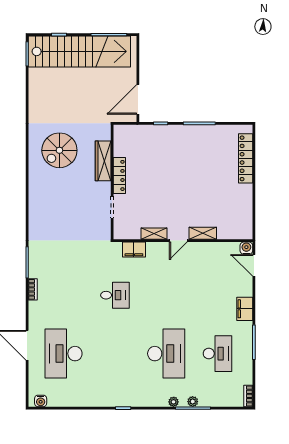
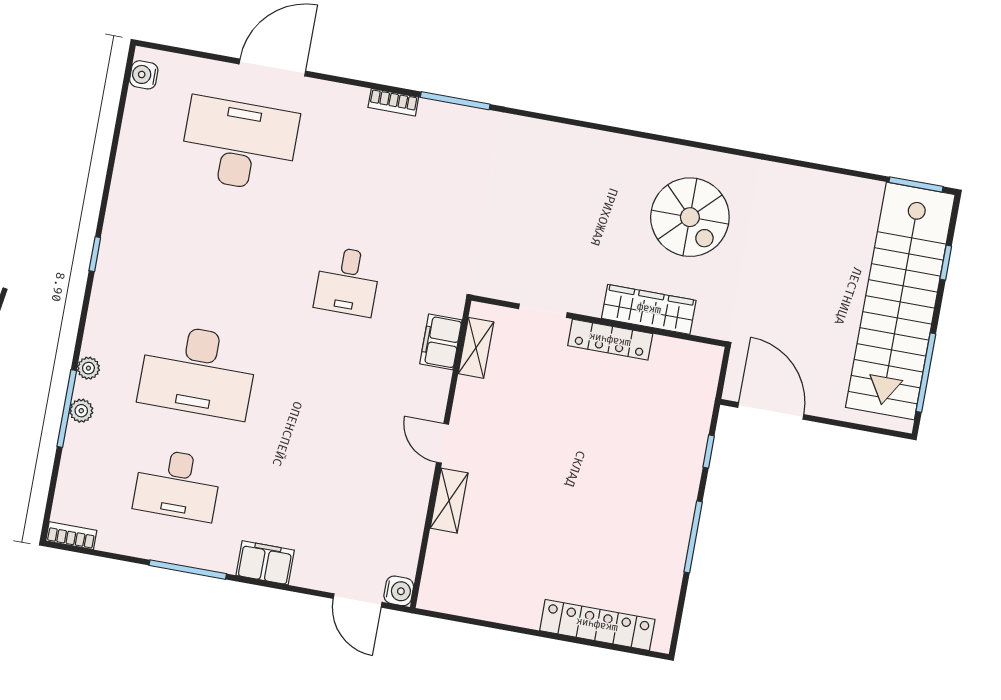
spiral stairs: (59, 150) -> (690, 217), turned 180
shelving: (154, 234) -> (476, 348), moved
door: (254, 265) -> (358, 600), swing flipped

